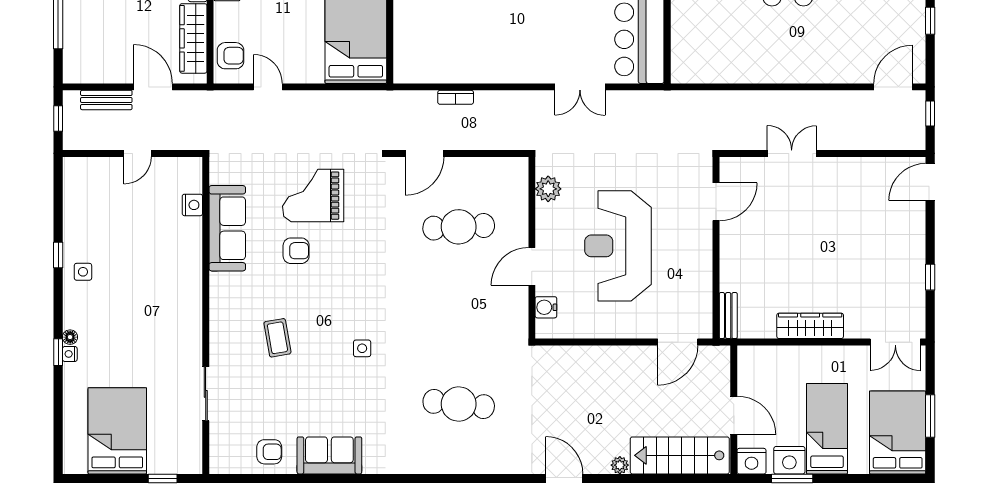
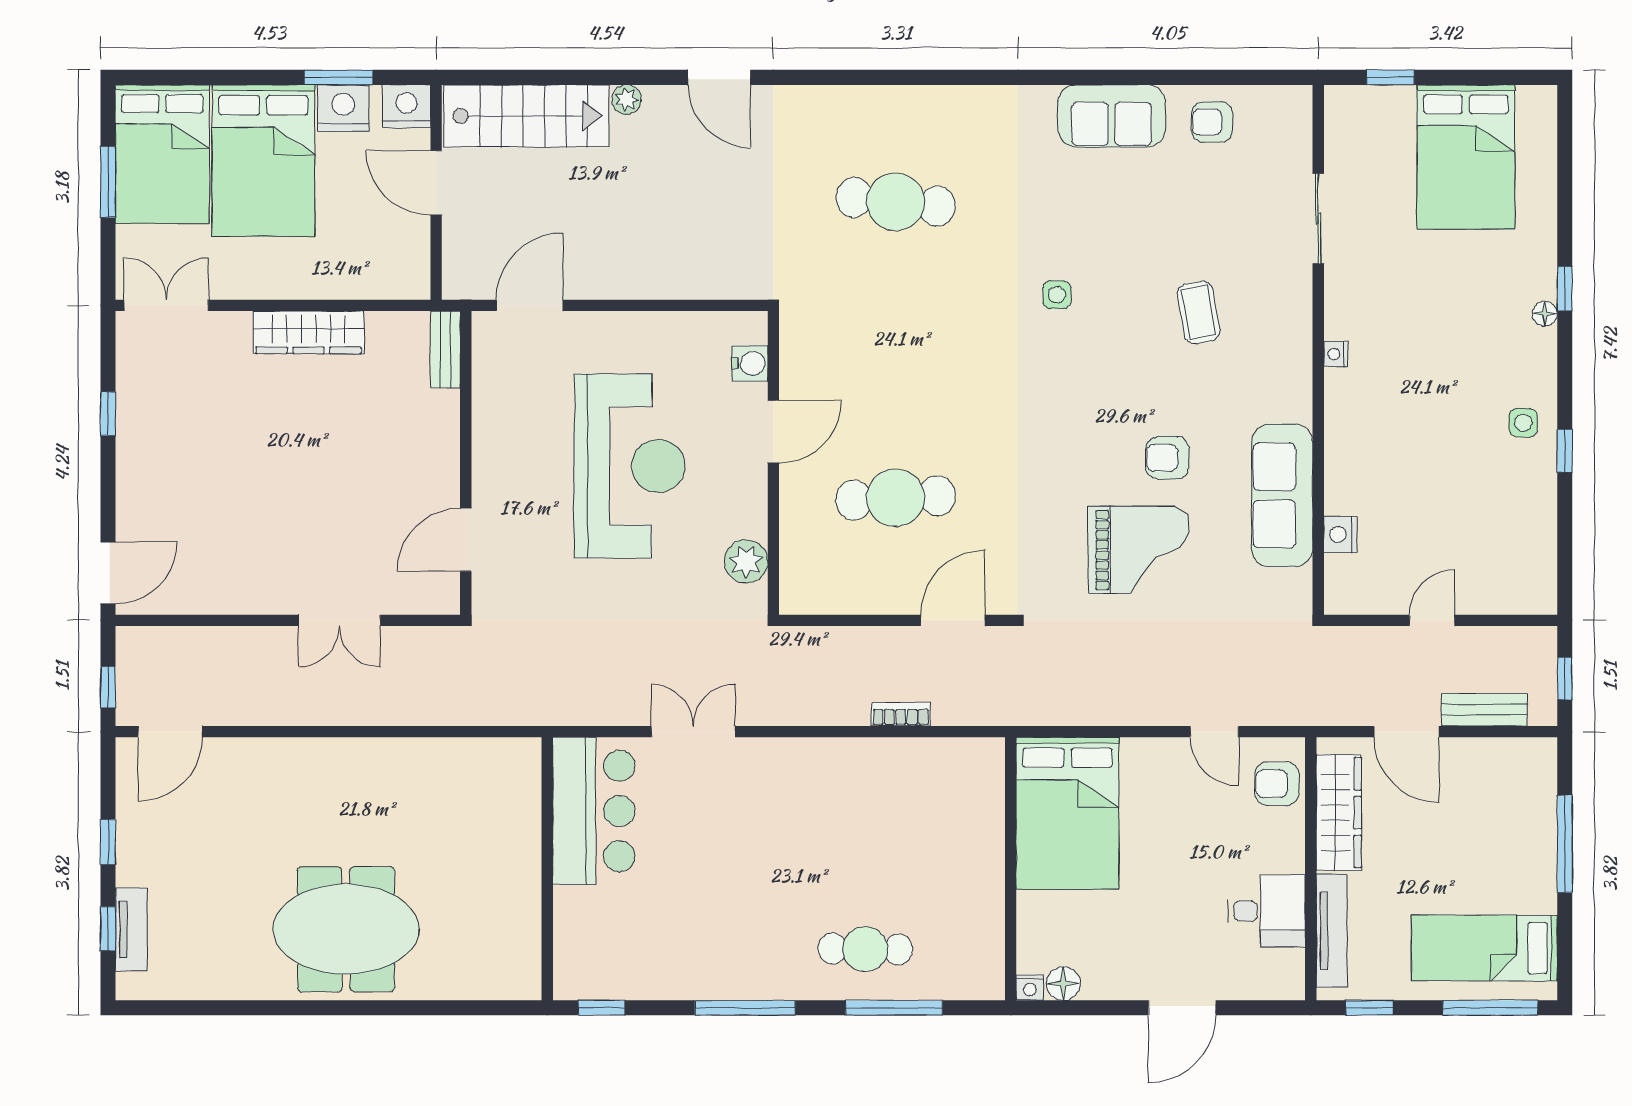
nightstand: (70, 354) -> (1336, 354), moved, turned 180
bed: (827, 429) -> (263, 161), width x1.50

